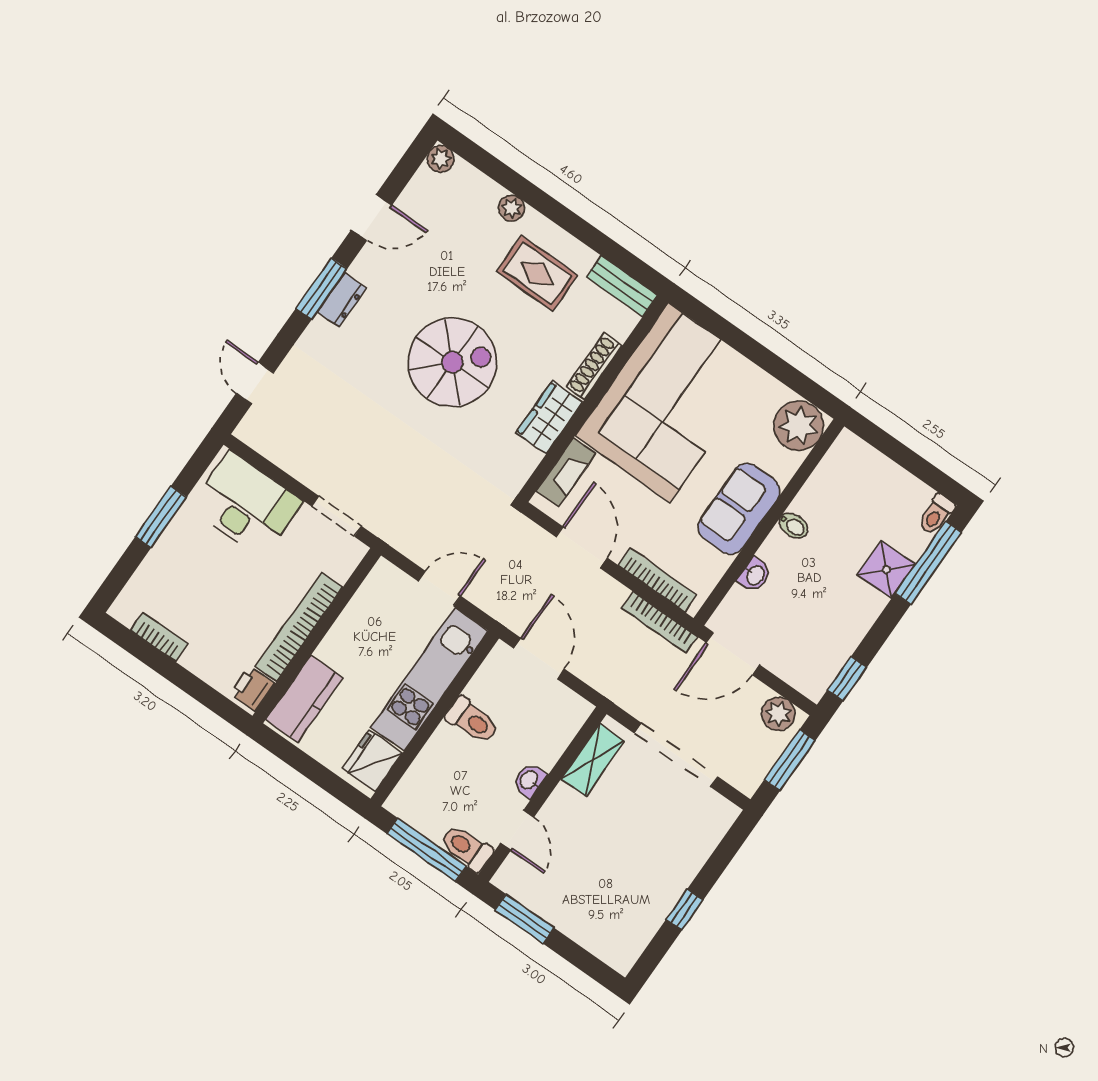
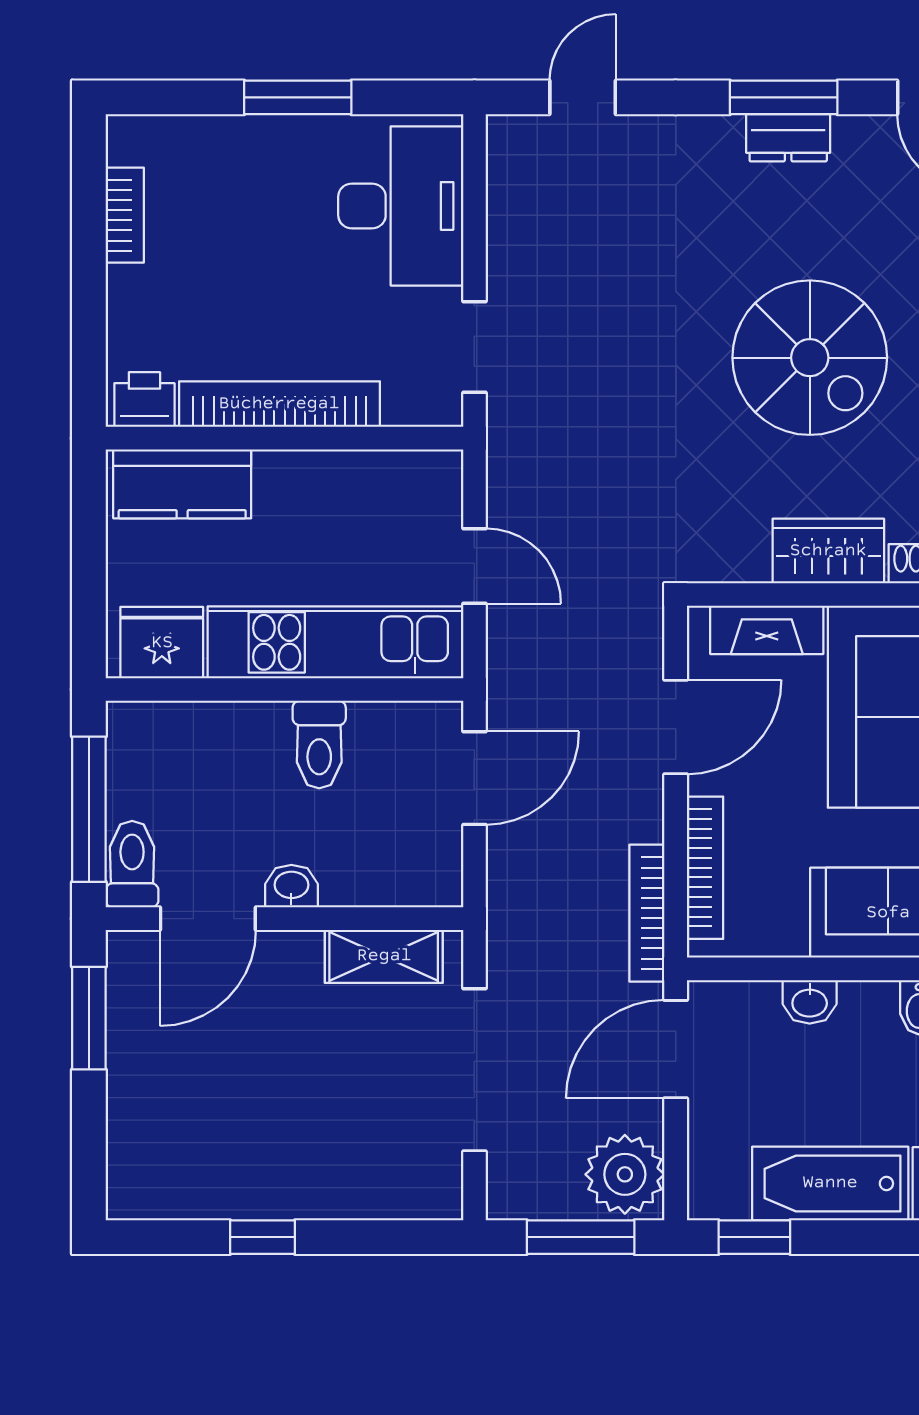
bathtub: (847, 625) -> (830, 1183), added
door: (733, 654) -> (676, 1049), hinge flipped
plant: (778, 714) -> (625, 1174), width x1.36, depth x1.36
door: (517, 830) -> (208, 919), width x1.38

